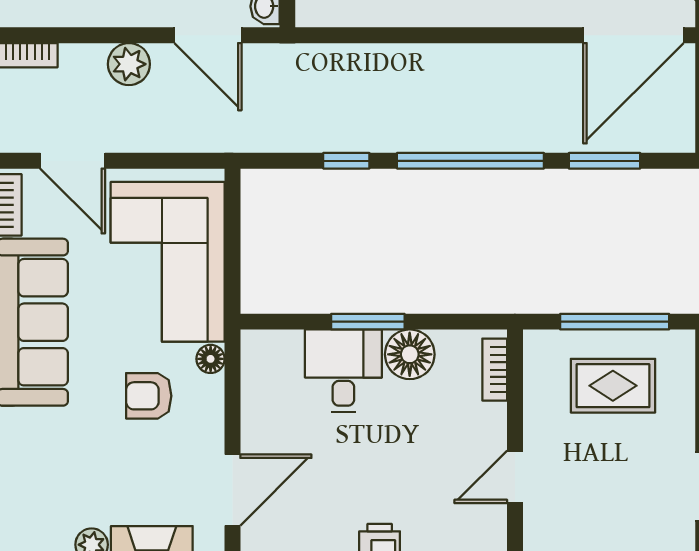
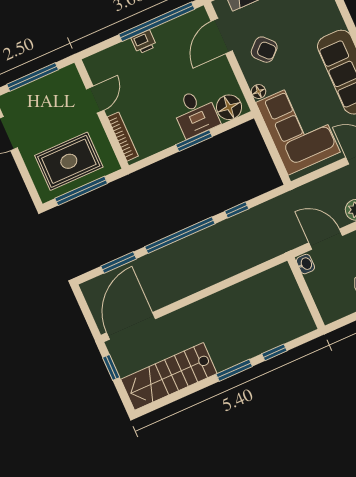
floor lamp: (410, 354) -> (229, 107), moved
bookcase: (495, 370) -> (123, 137), width x1.56
rug: (613, 386) -> (69, 161), width x1.36, depth x1.43
armchair: (149, 396) -> (264, 50), moved, turned 47

